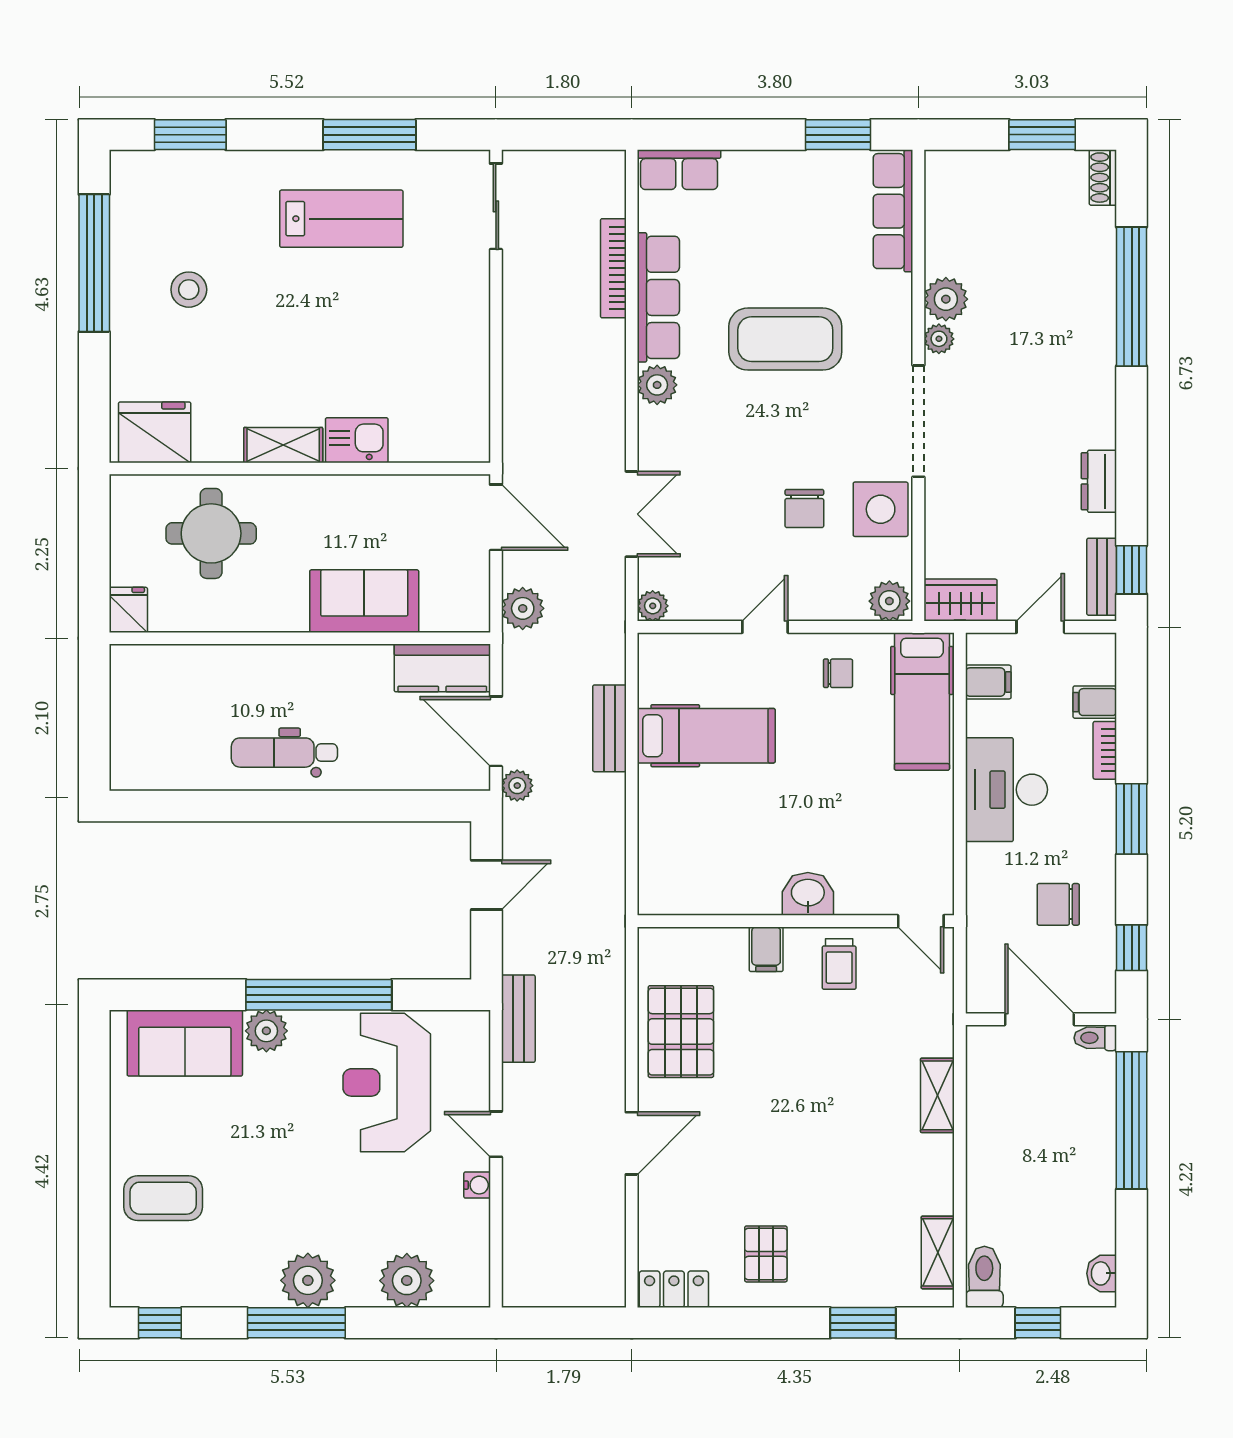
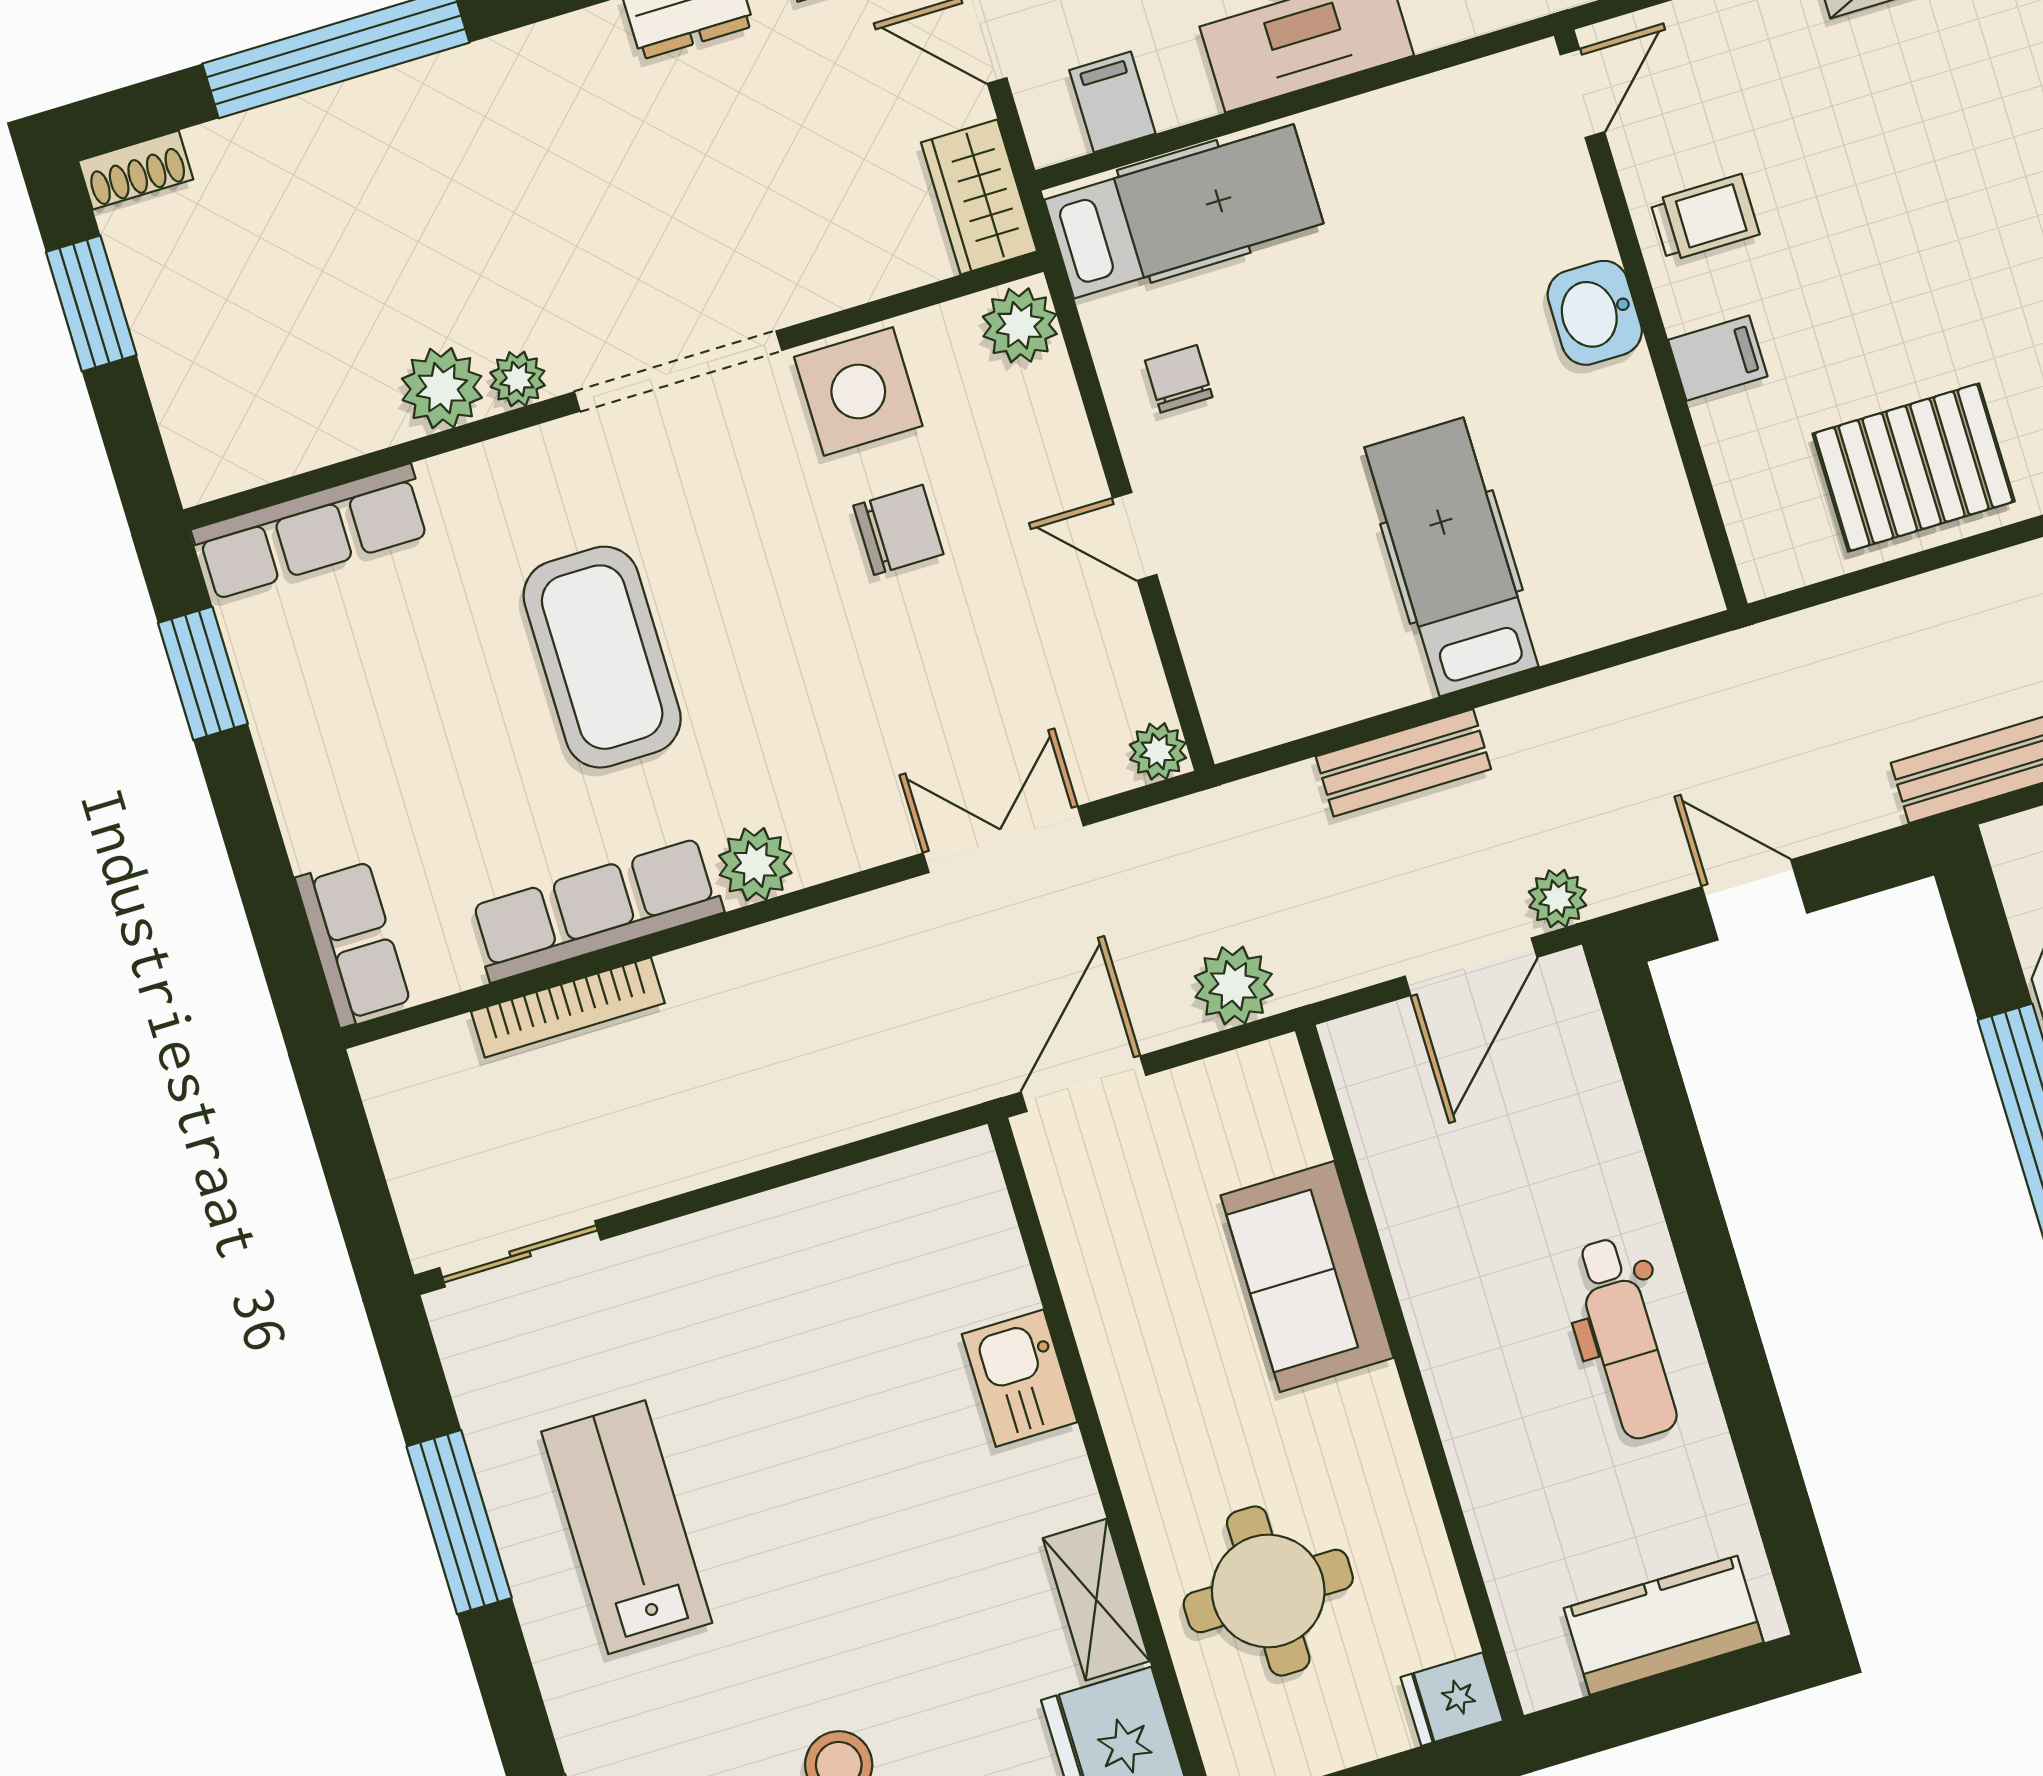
shelving: (283, 445) -> (1096, 1600), moved
kitchen counter: (442, 668) -> (1664, 1625), moved, turned -90
hospital bed: (706, 736) -> (1451, 557), moved

